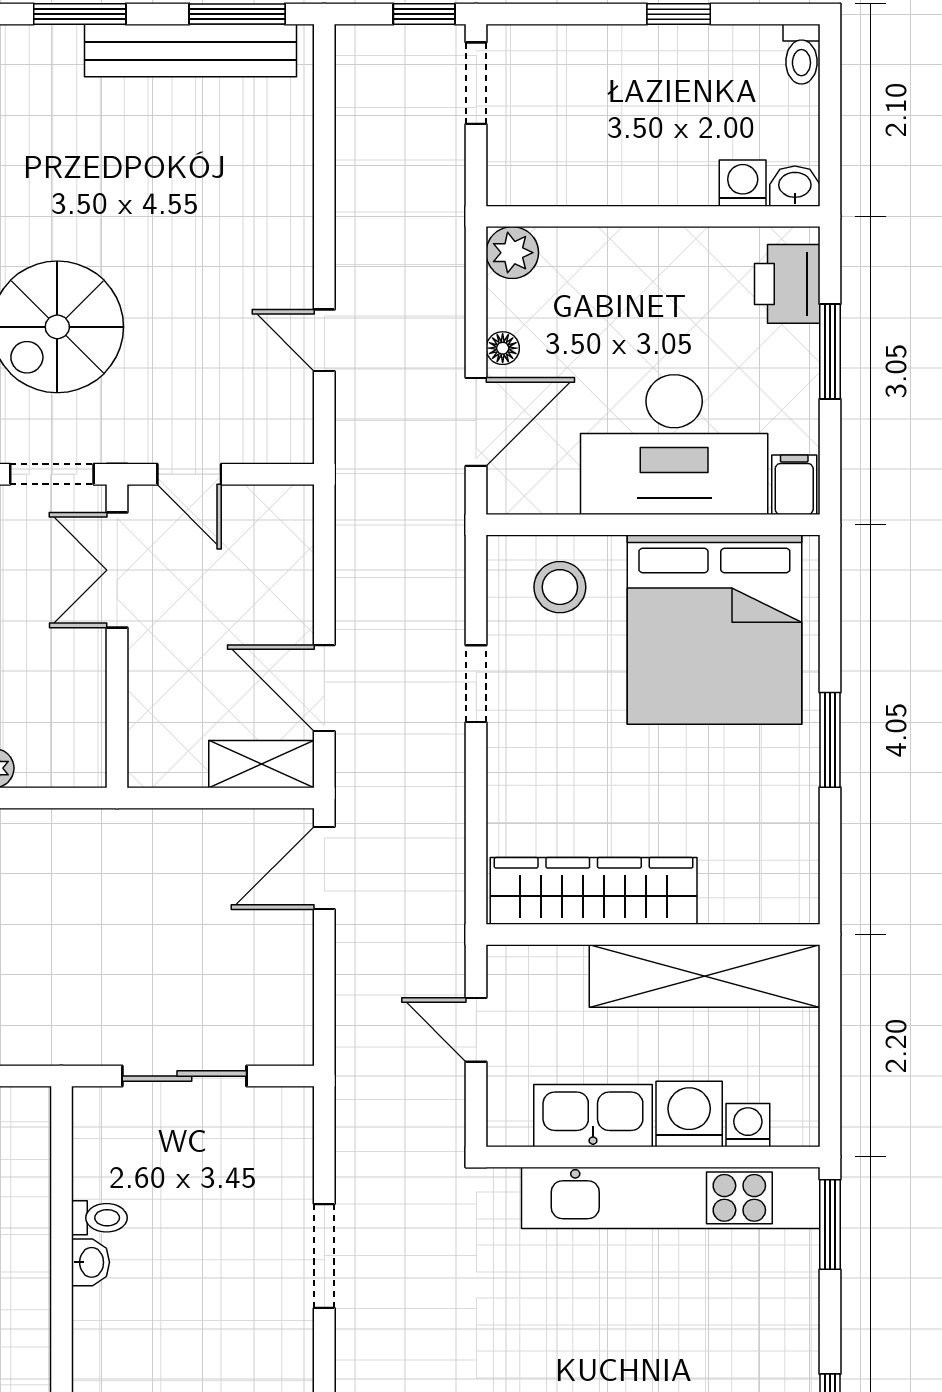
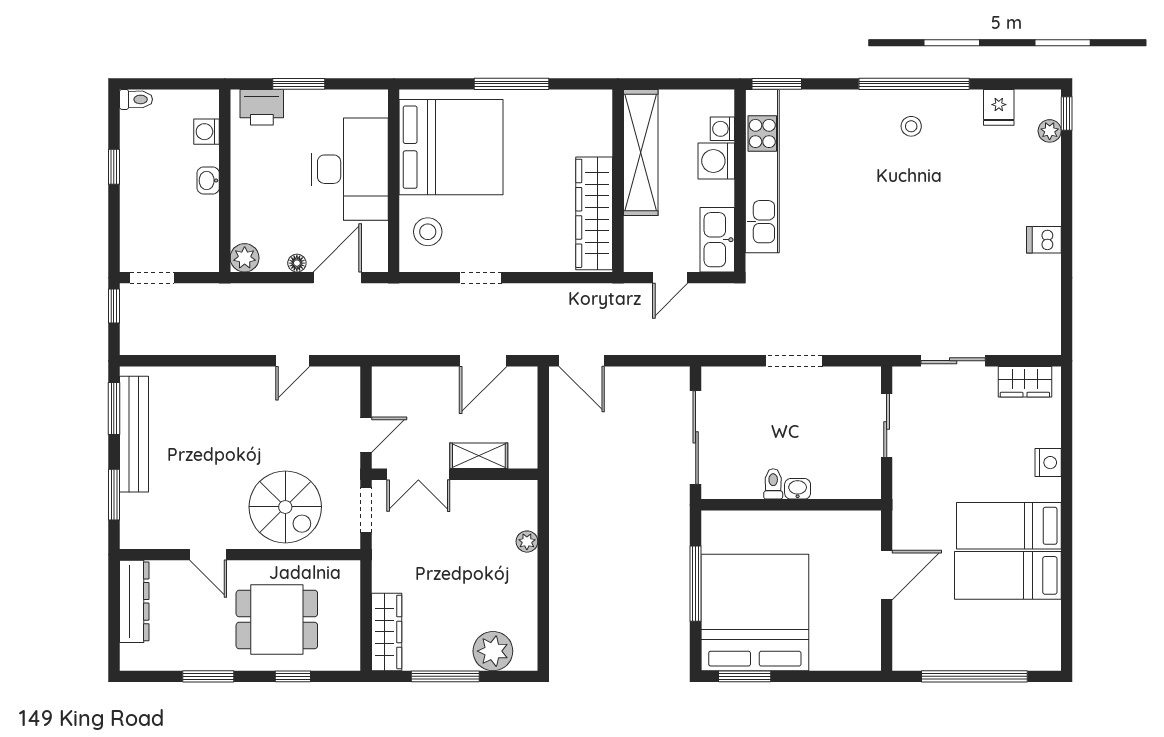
washbasin: (795, 186) -> (208, 180), moved
door: (476, 422) -> (337, 278), hinge flipped
filing cabinet: (794, 485) -> (372, 103), removed
window: (830, 740) -> (511, 84), width x1.44
shelving: (262, 764) -> (479, 456), moved, turned 90
sliding door: (184, 1076) -> (696, 437), width x1.37
kitchen sink: (593, 1116) -> (717, 240), moved

